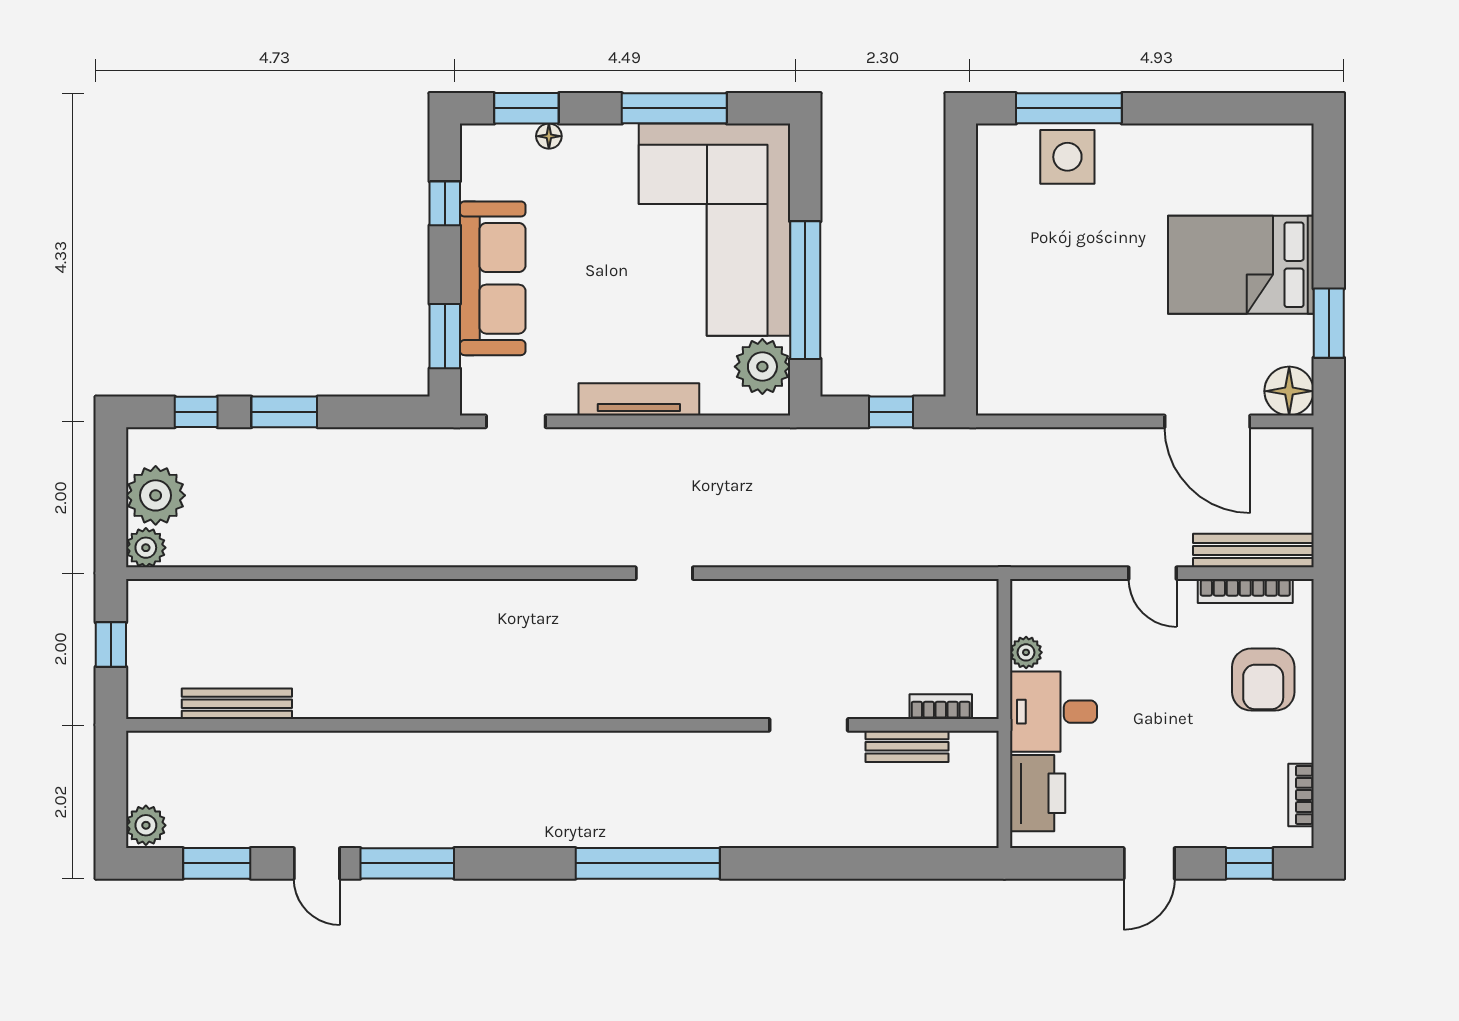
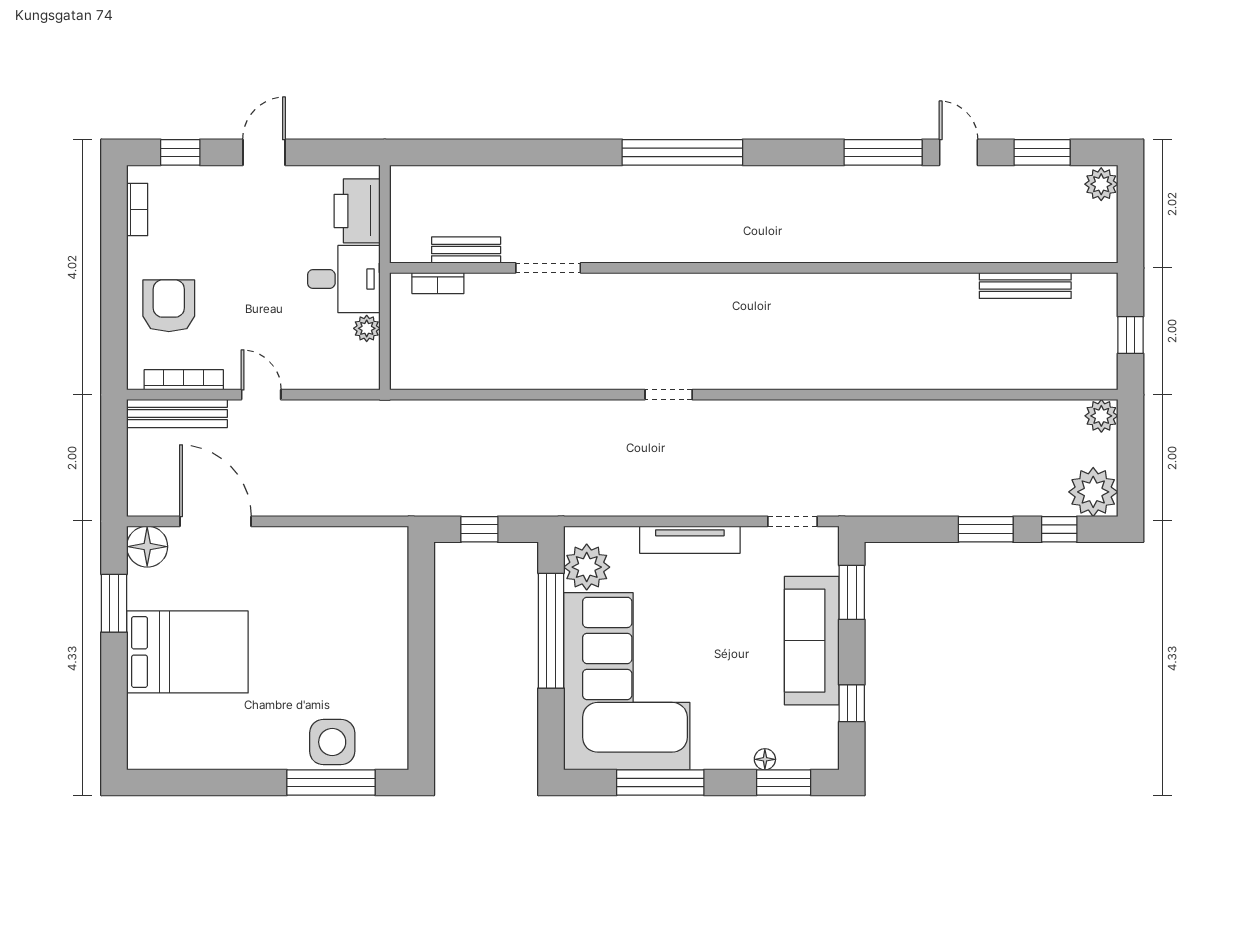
plant: (156, 495) -> (1093, 492), moved

